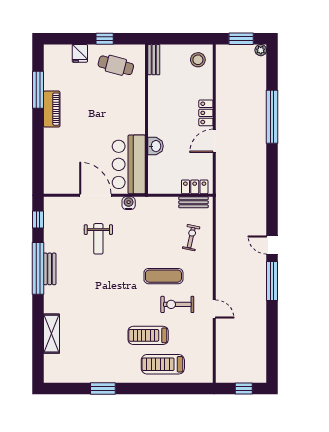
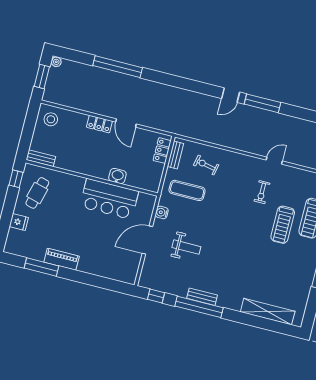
window: (105, 39) -> (16, 179), moved
bar counter: (129, 164) -> (109, 199), moved
exercise mat: (163, 276) -> (187, 190), moved, turned 90
exercise bike: (177, 304) -> (262, 192), width x0.73, depth x0.72
shelving: (52, 334) -> (268, 312), width x1.47

